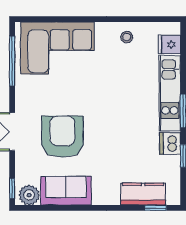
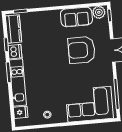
armchair: (62, 137) -> (82, 50), turned 90
kitchen counter: (143, 194) -> (13, 29), moved, turned -90

